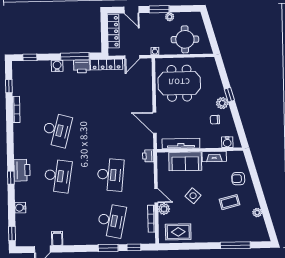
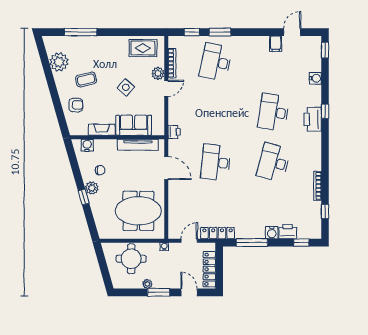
printer: (82, 66) -> (288, 232), moved
desk: (110, 175) -> (216, 162), moved
door: (156, 196) -> (166, 88), swing flipped
plant: (257, 213) -> (59, 62), width x1.87, depth x1.87

